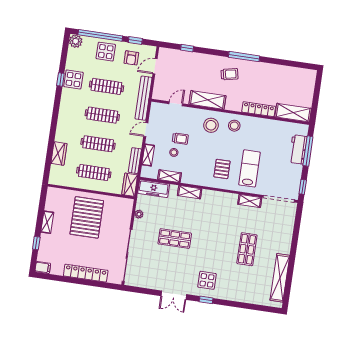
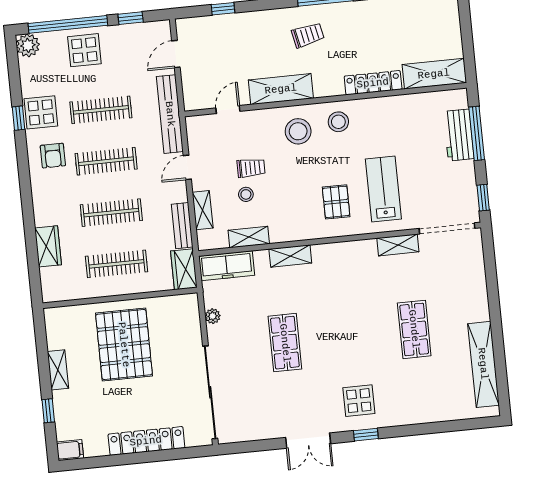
armchair: (131, 58) -> (53, 156), moved
shop shelf: (175, 239) -> (285, 343), turned 90

